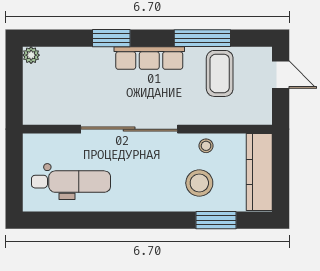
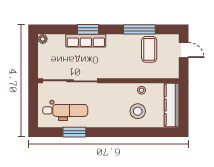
row of seats: (149, 58) -> (86, 41), moved
sliding door: (129, 129) -> (70, 81), moved
window: (216, 220) -> (74, 132), moved

